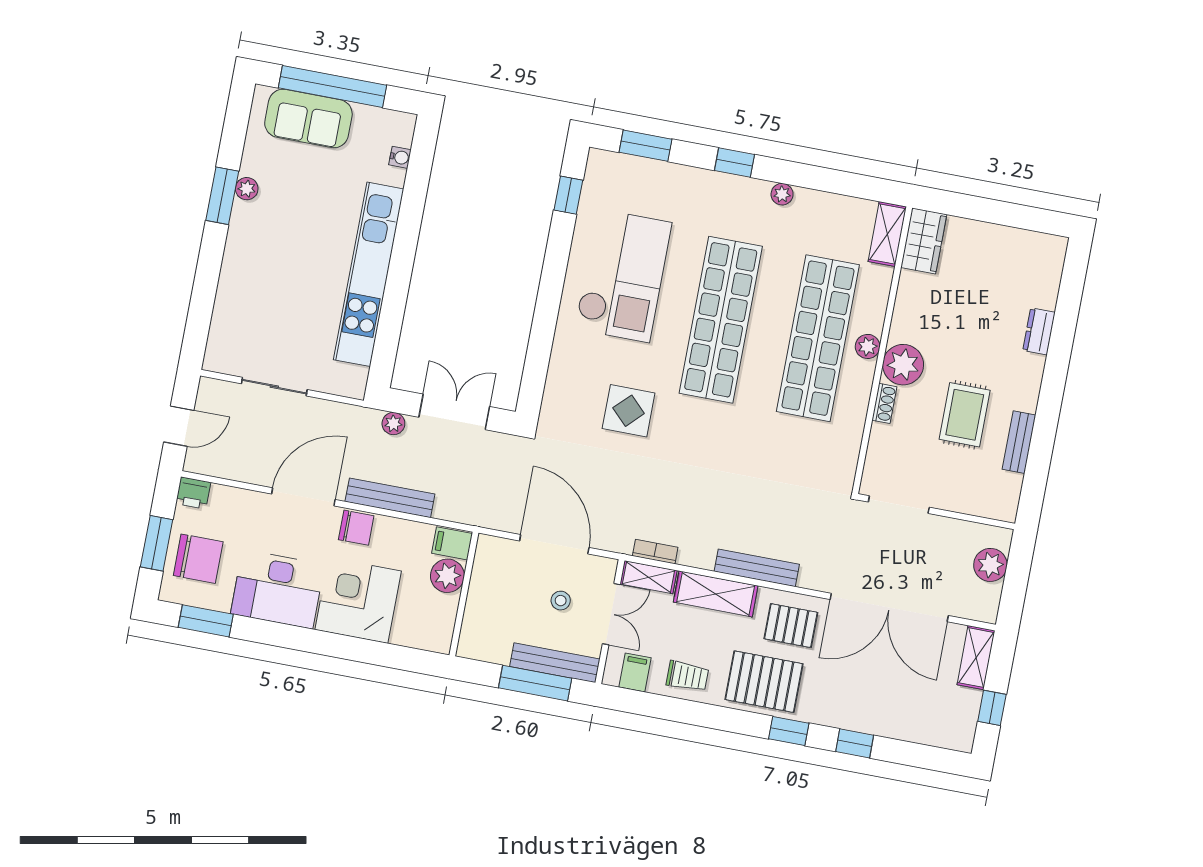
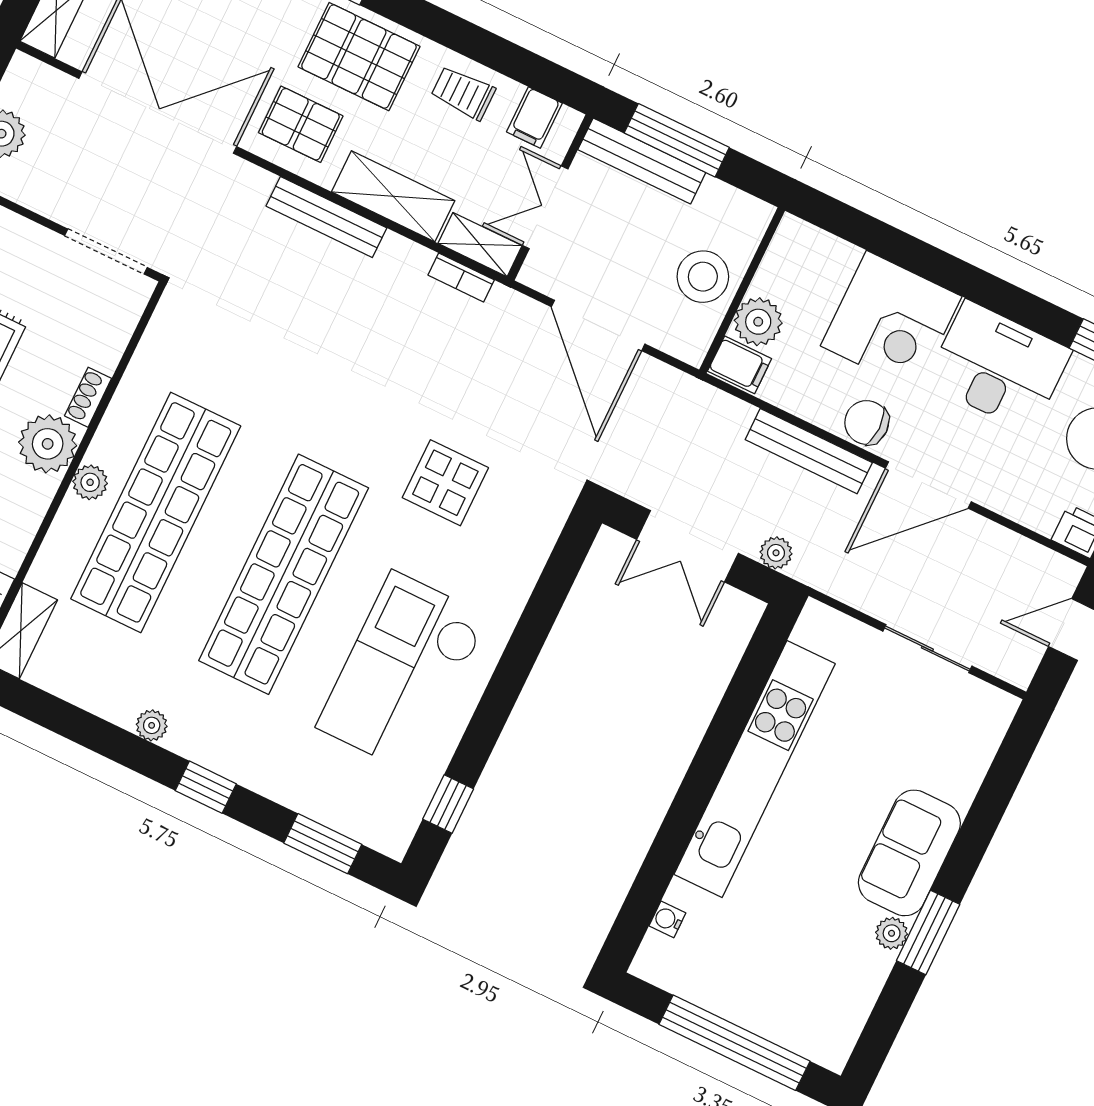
sofa: (308, 118) -> (909, 853), moved, turned -90
stool: (561, 601) -> (703, 277), moved, width x1.89, depth x1.89

